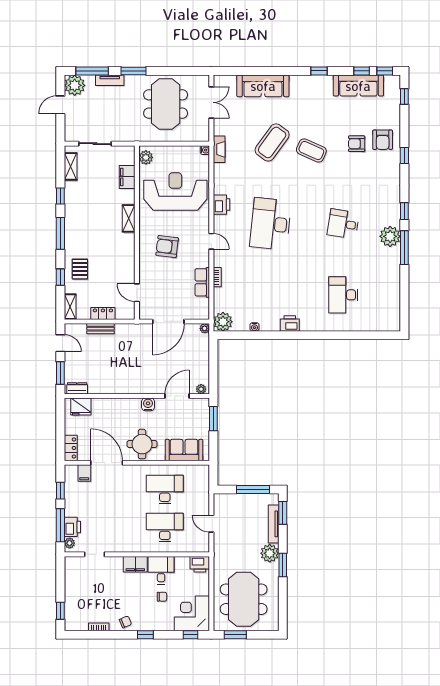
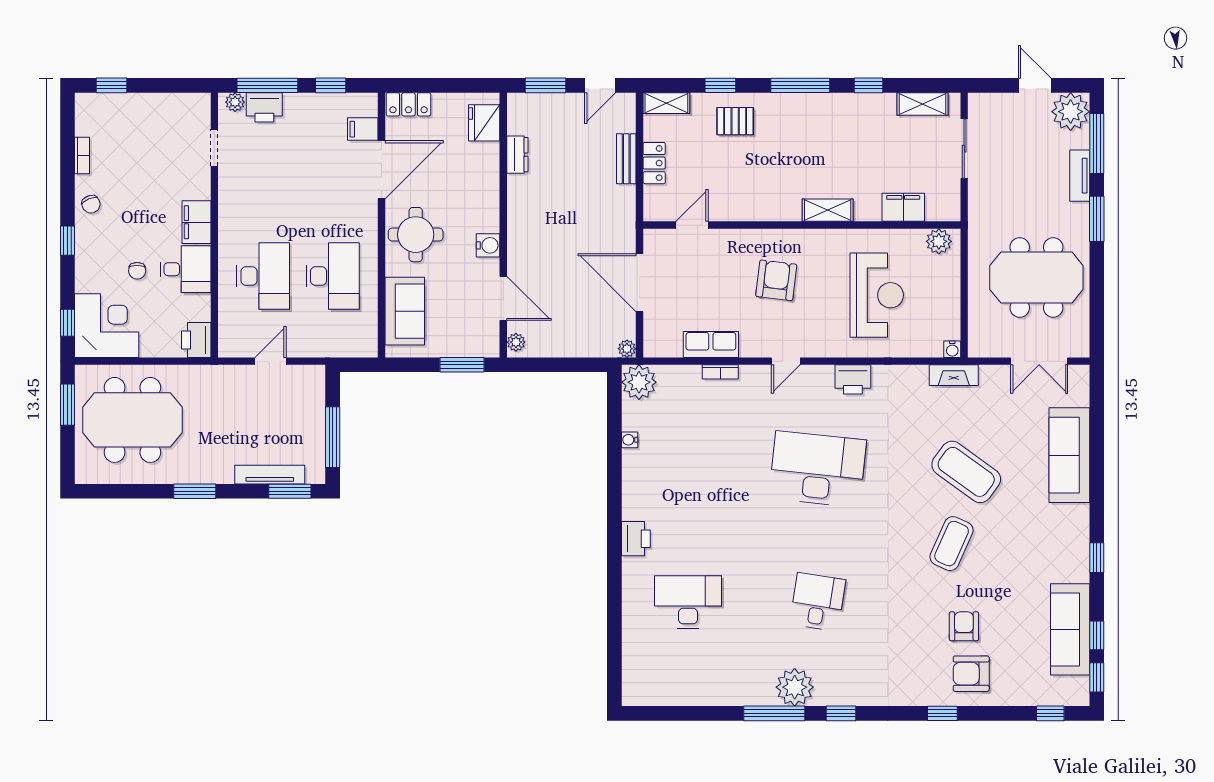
reception desk: (175, 191) -> (877, 295), width x0.74, depth x0.77
printer: (290, 323) -> (636, 539), moved
dresser: (77, 388) -> (517, 155), moved
plant: (270, 553) -> (216, 467), removed

